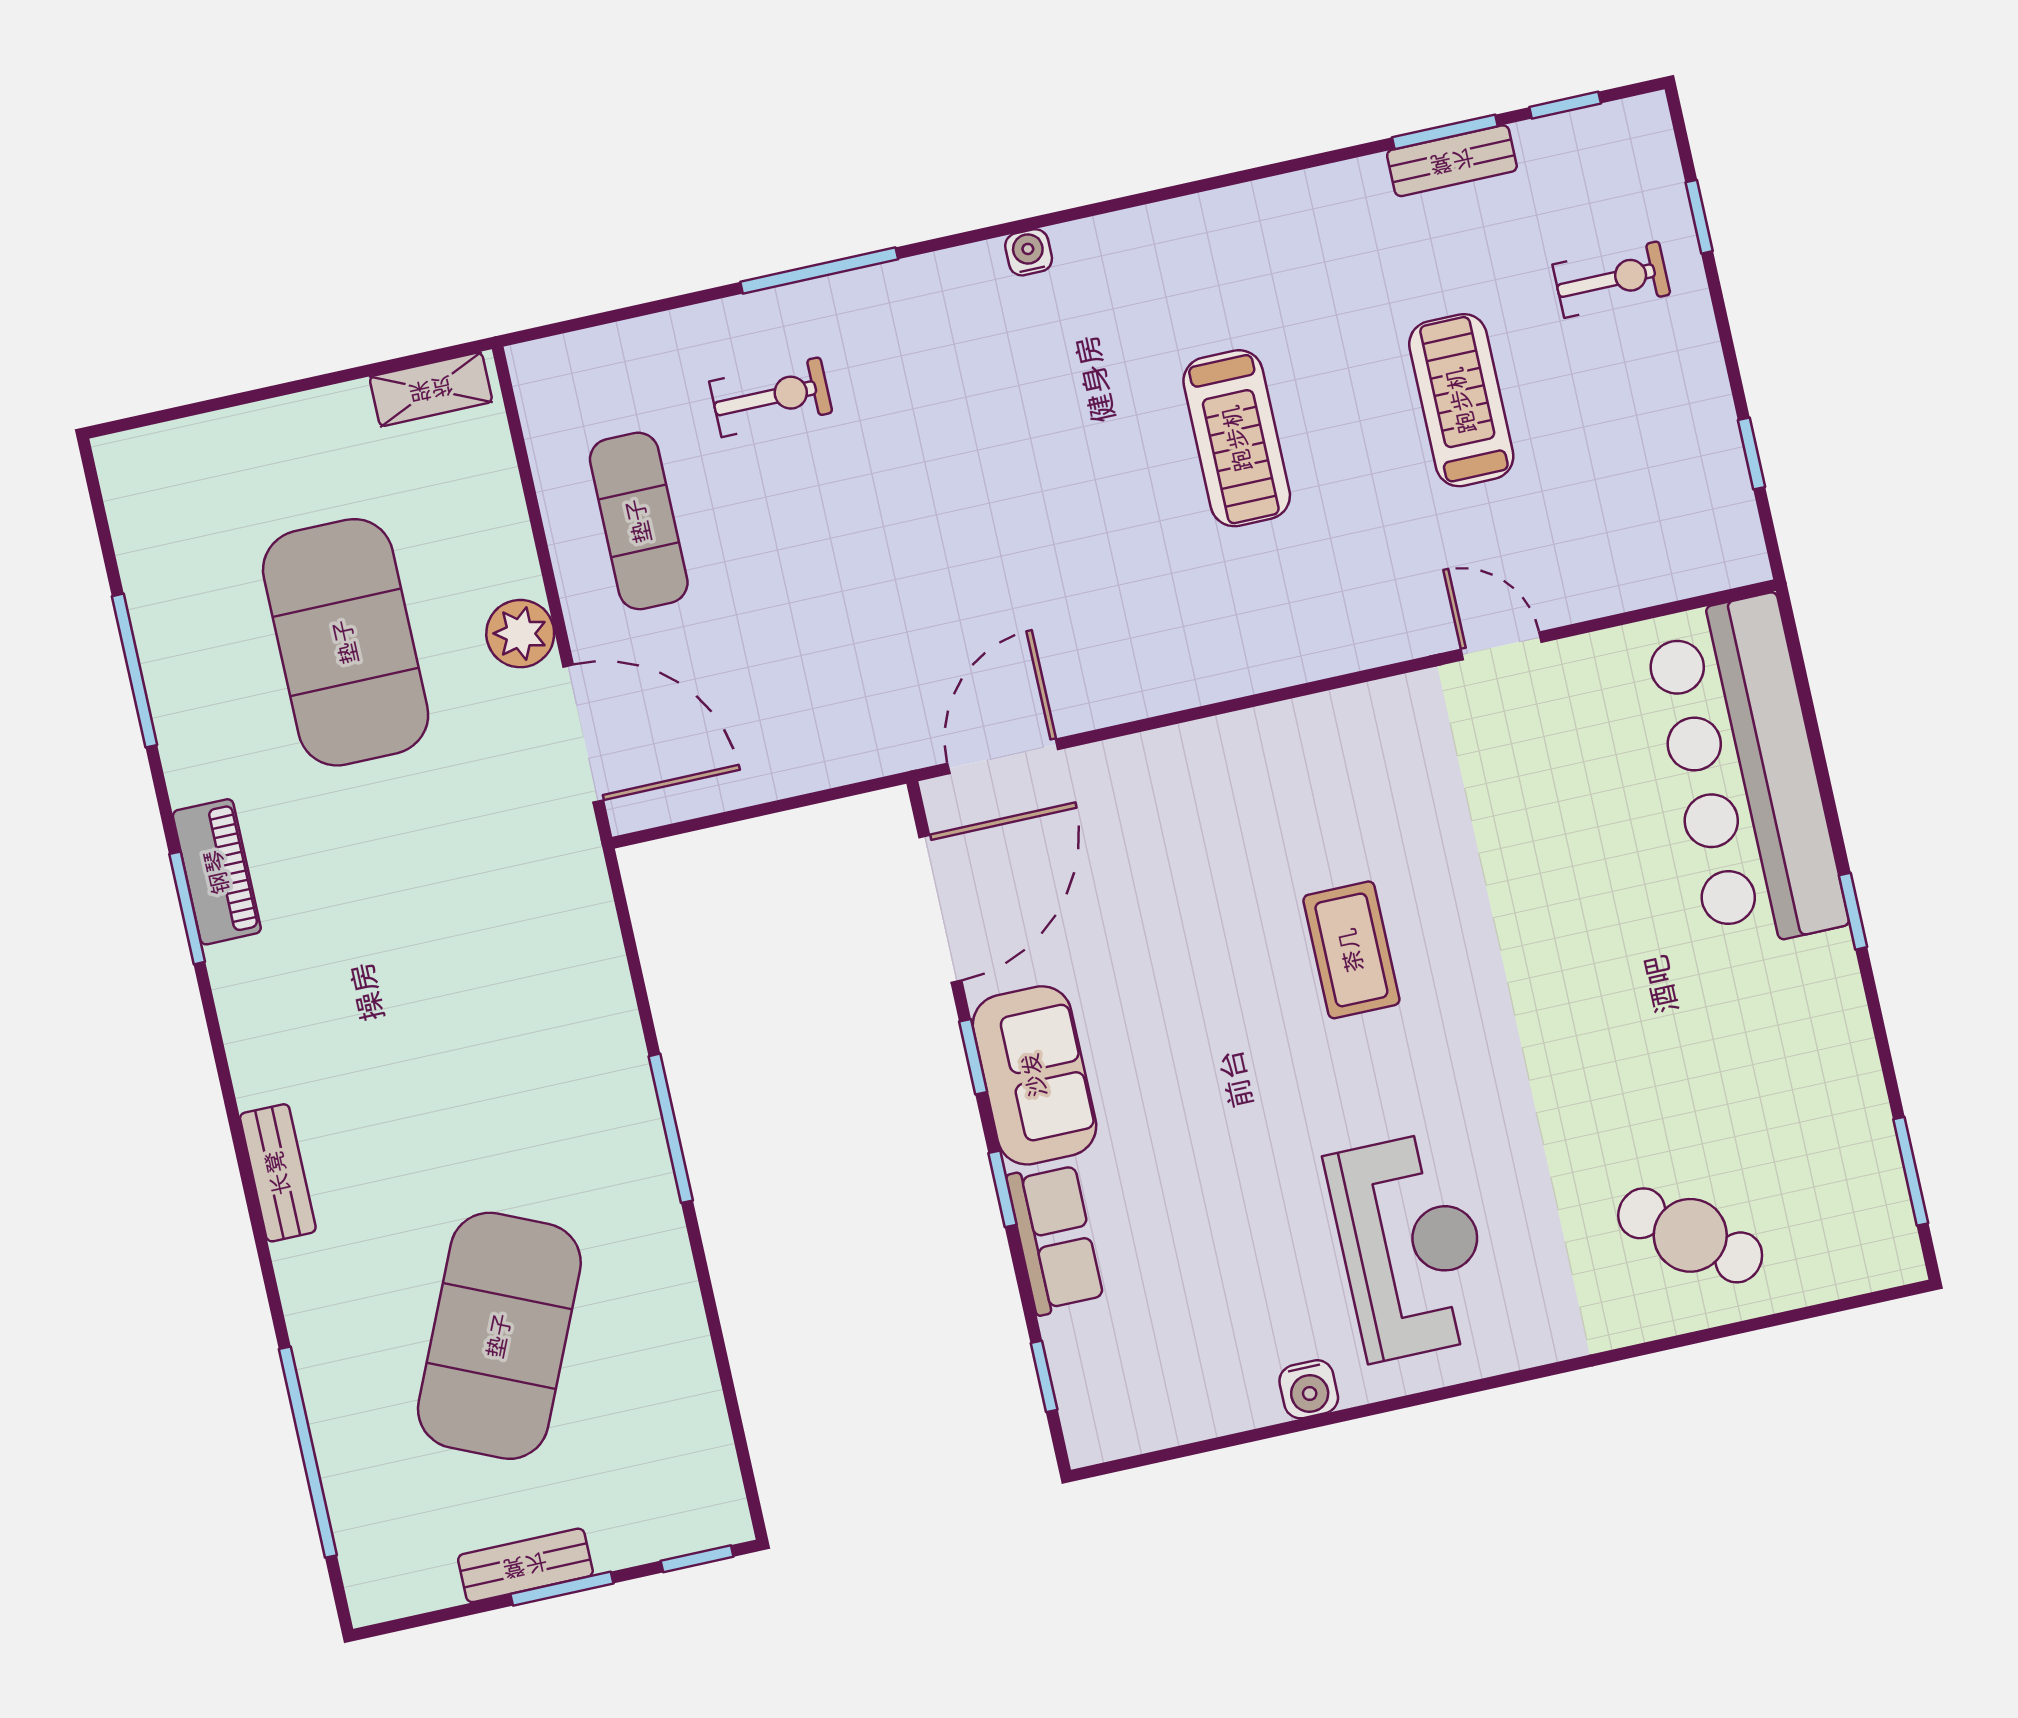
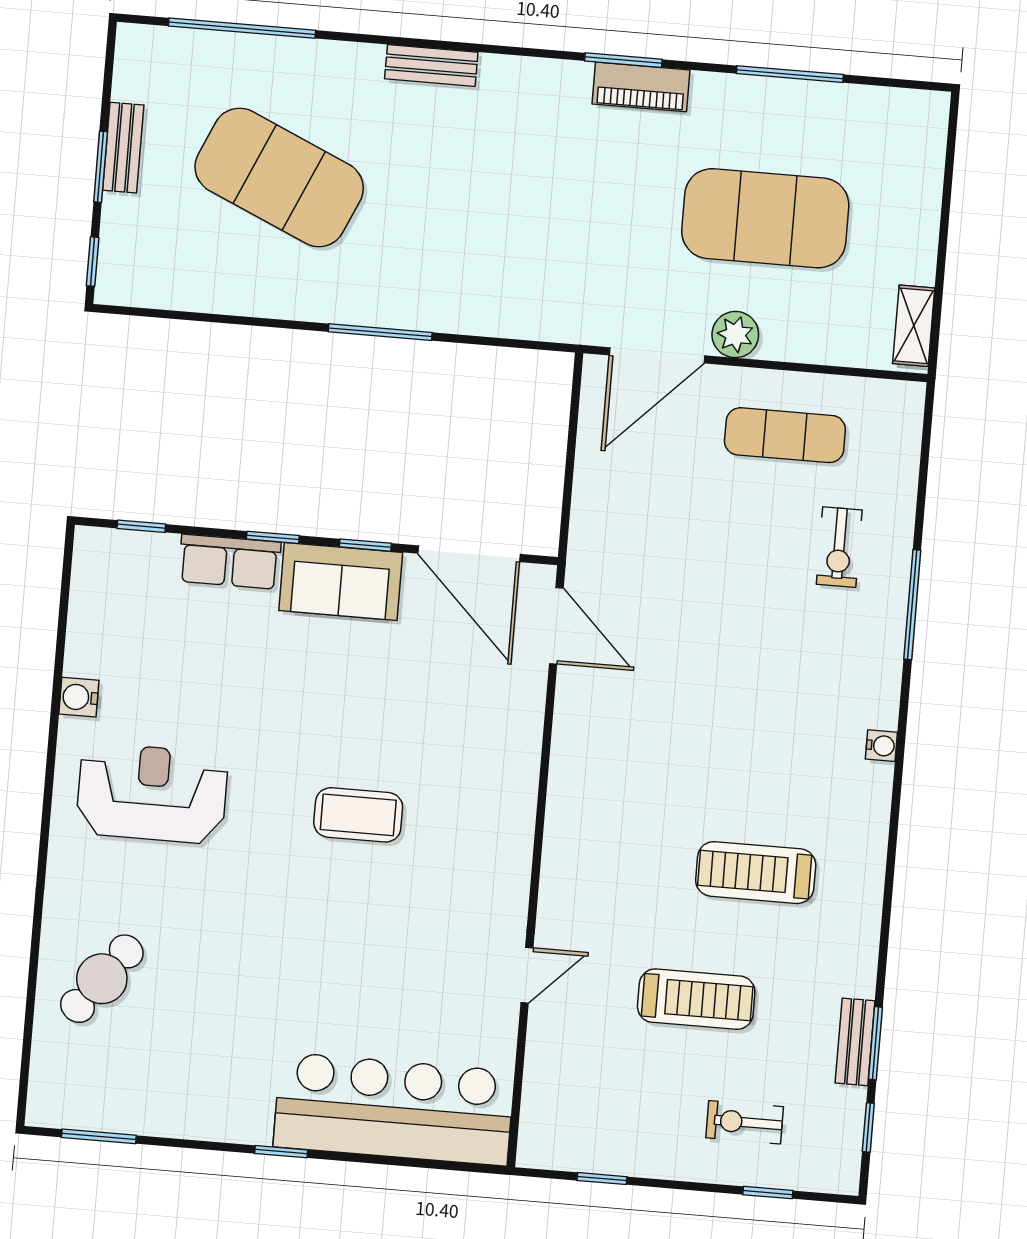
exercise bike: (1611, 280) -> (745, 1122), turned 90
treadmill: (1237, 438) -> (756, 873), moved
reception desk: (1411, 1246) -> (152, 793), turned 180

